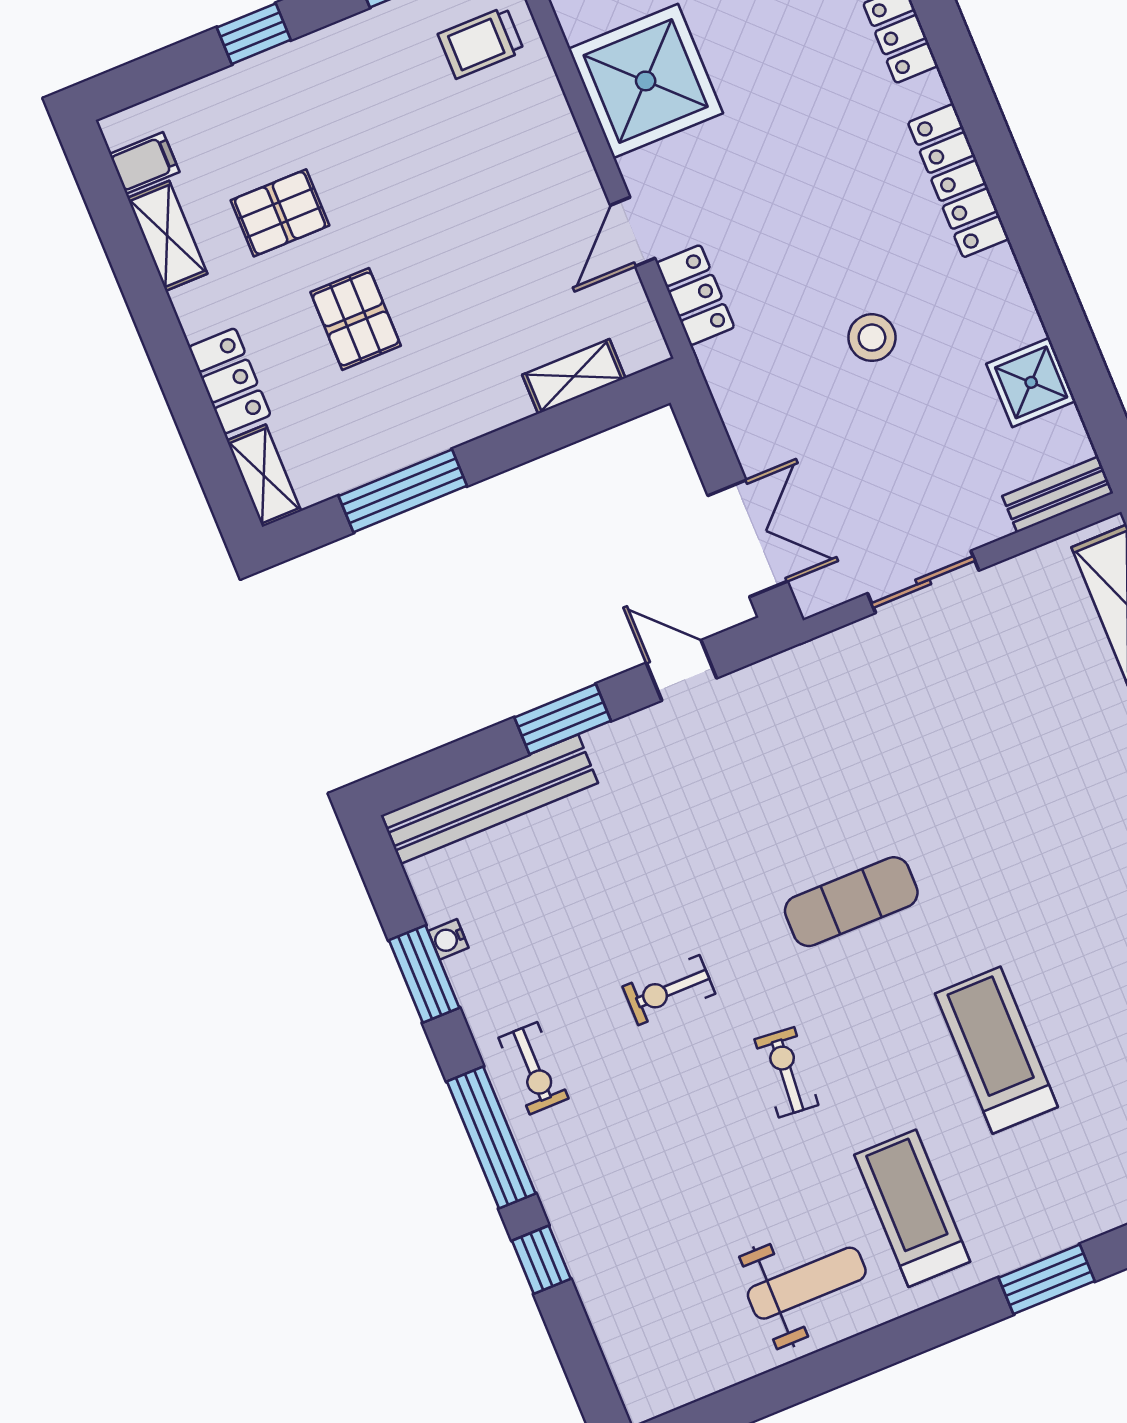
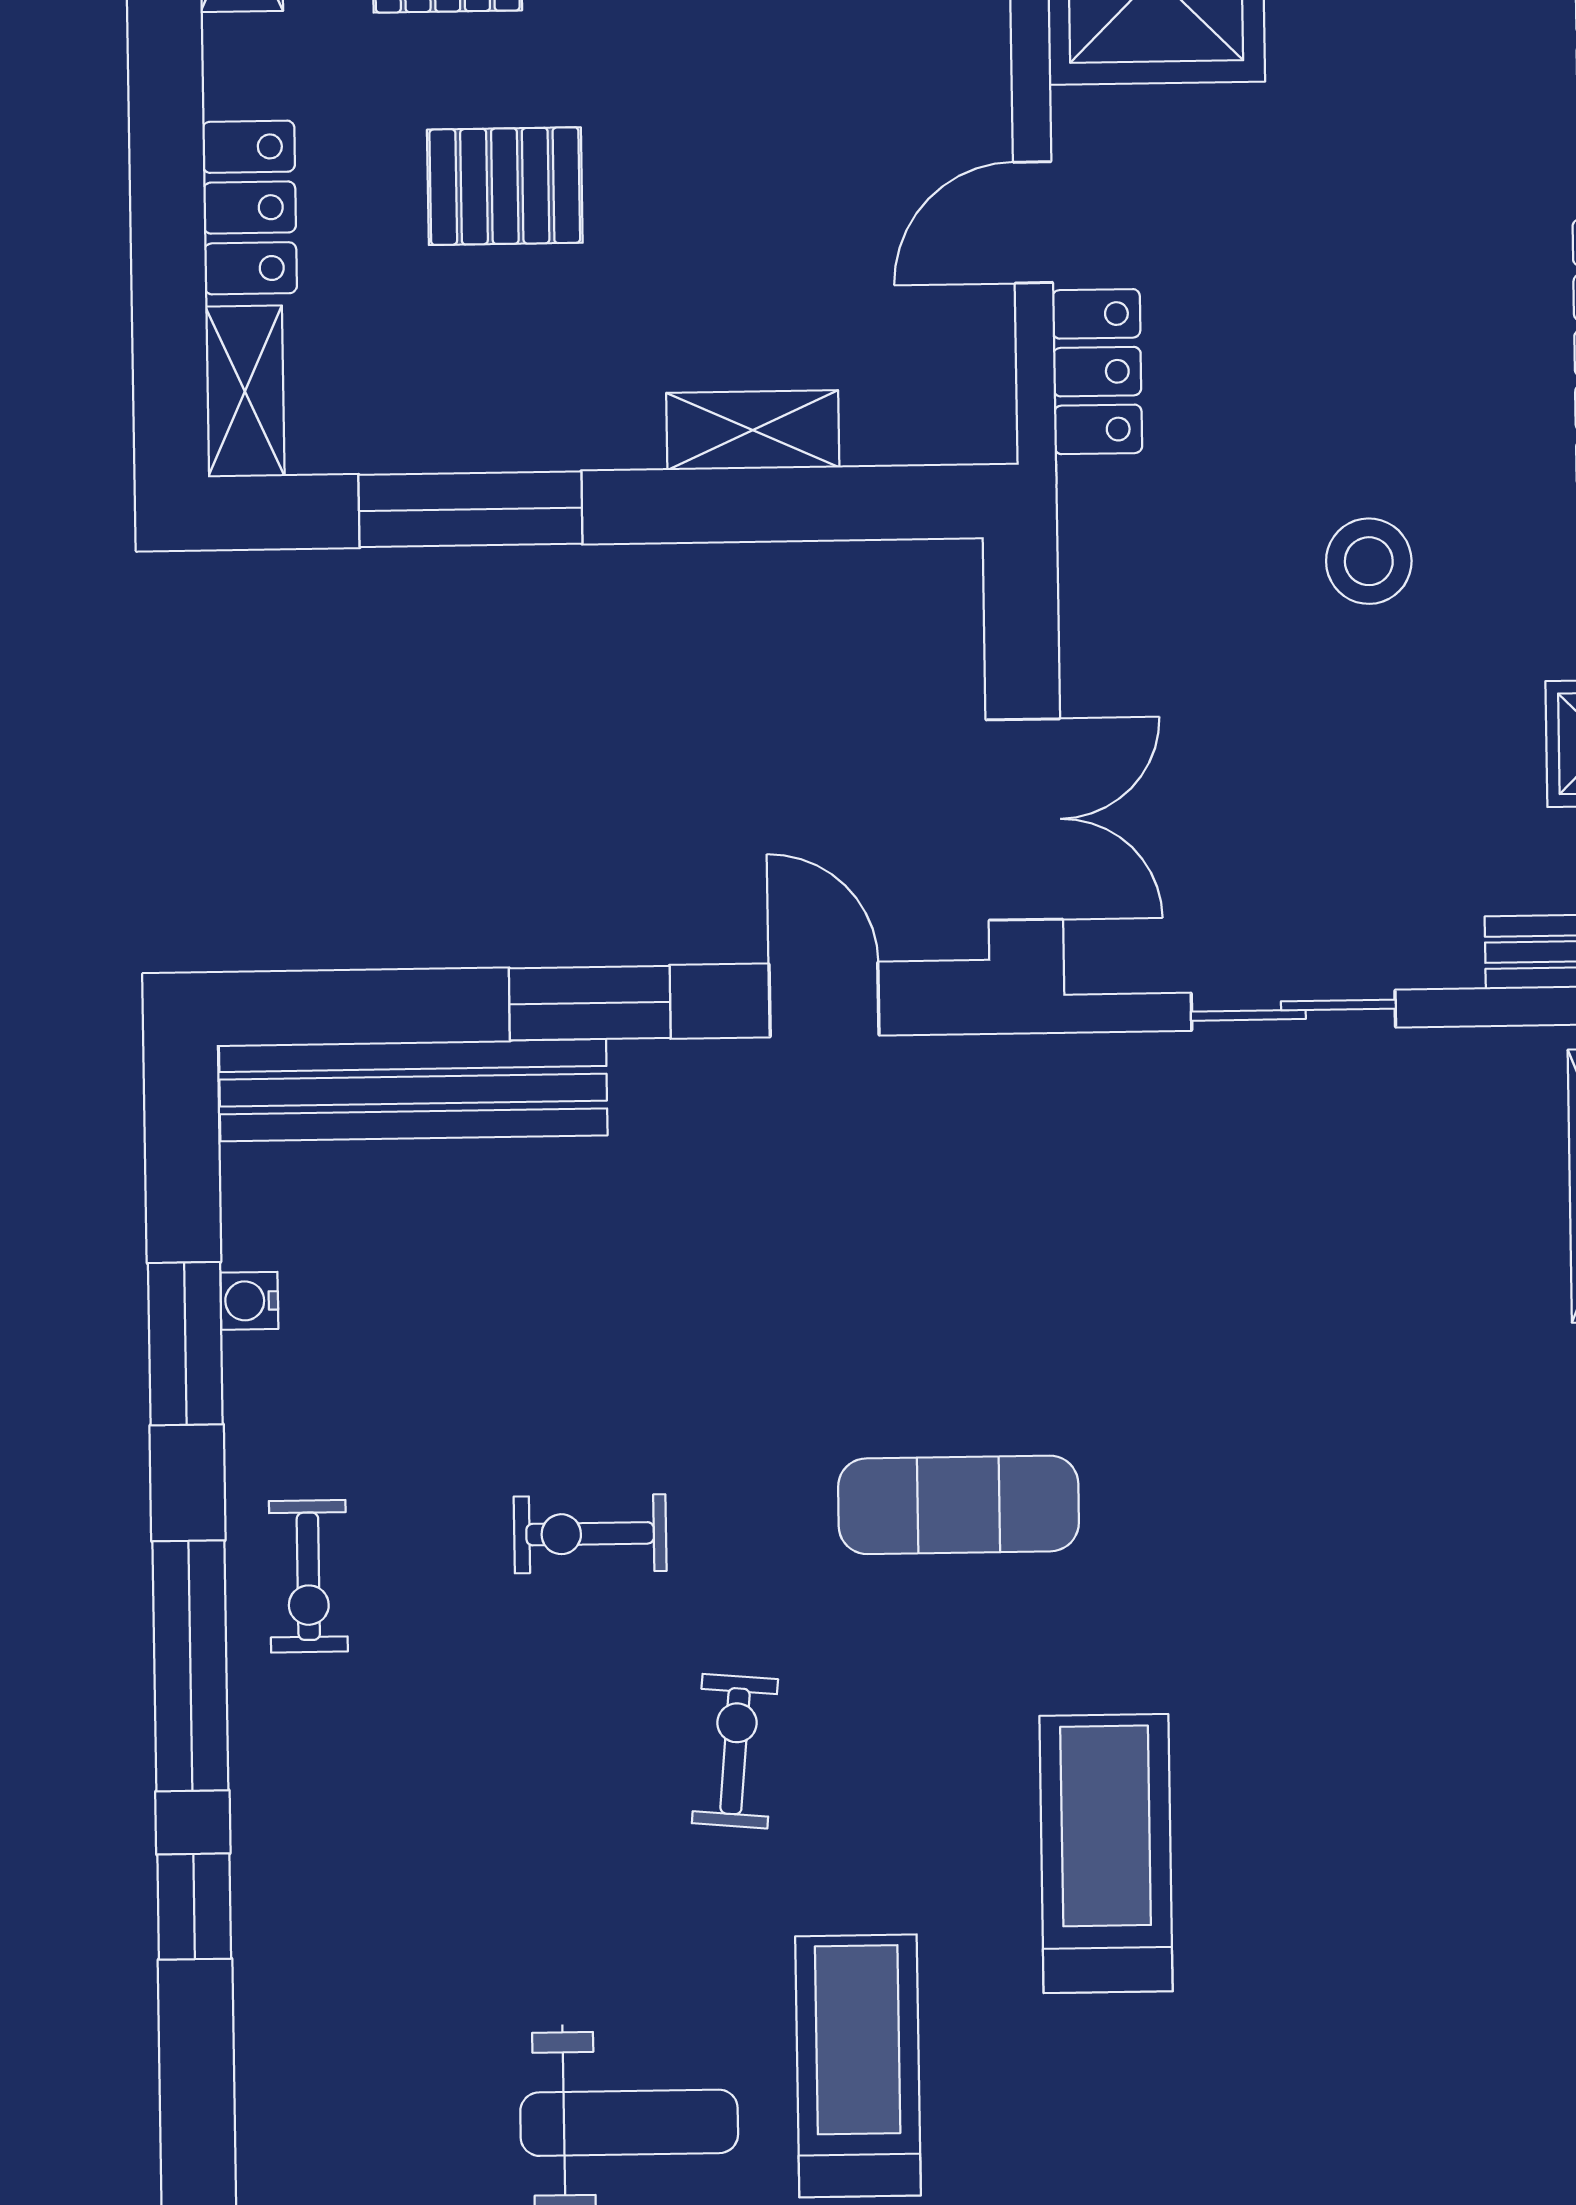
pallet: (356, 319) -> (505, 186), turned 90
shelving: (574, 376) -> (753, 430), moved

